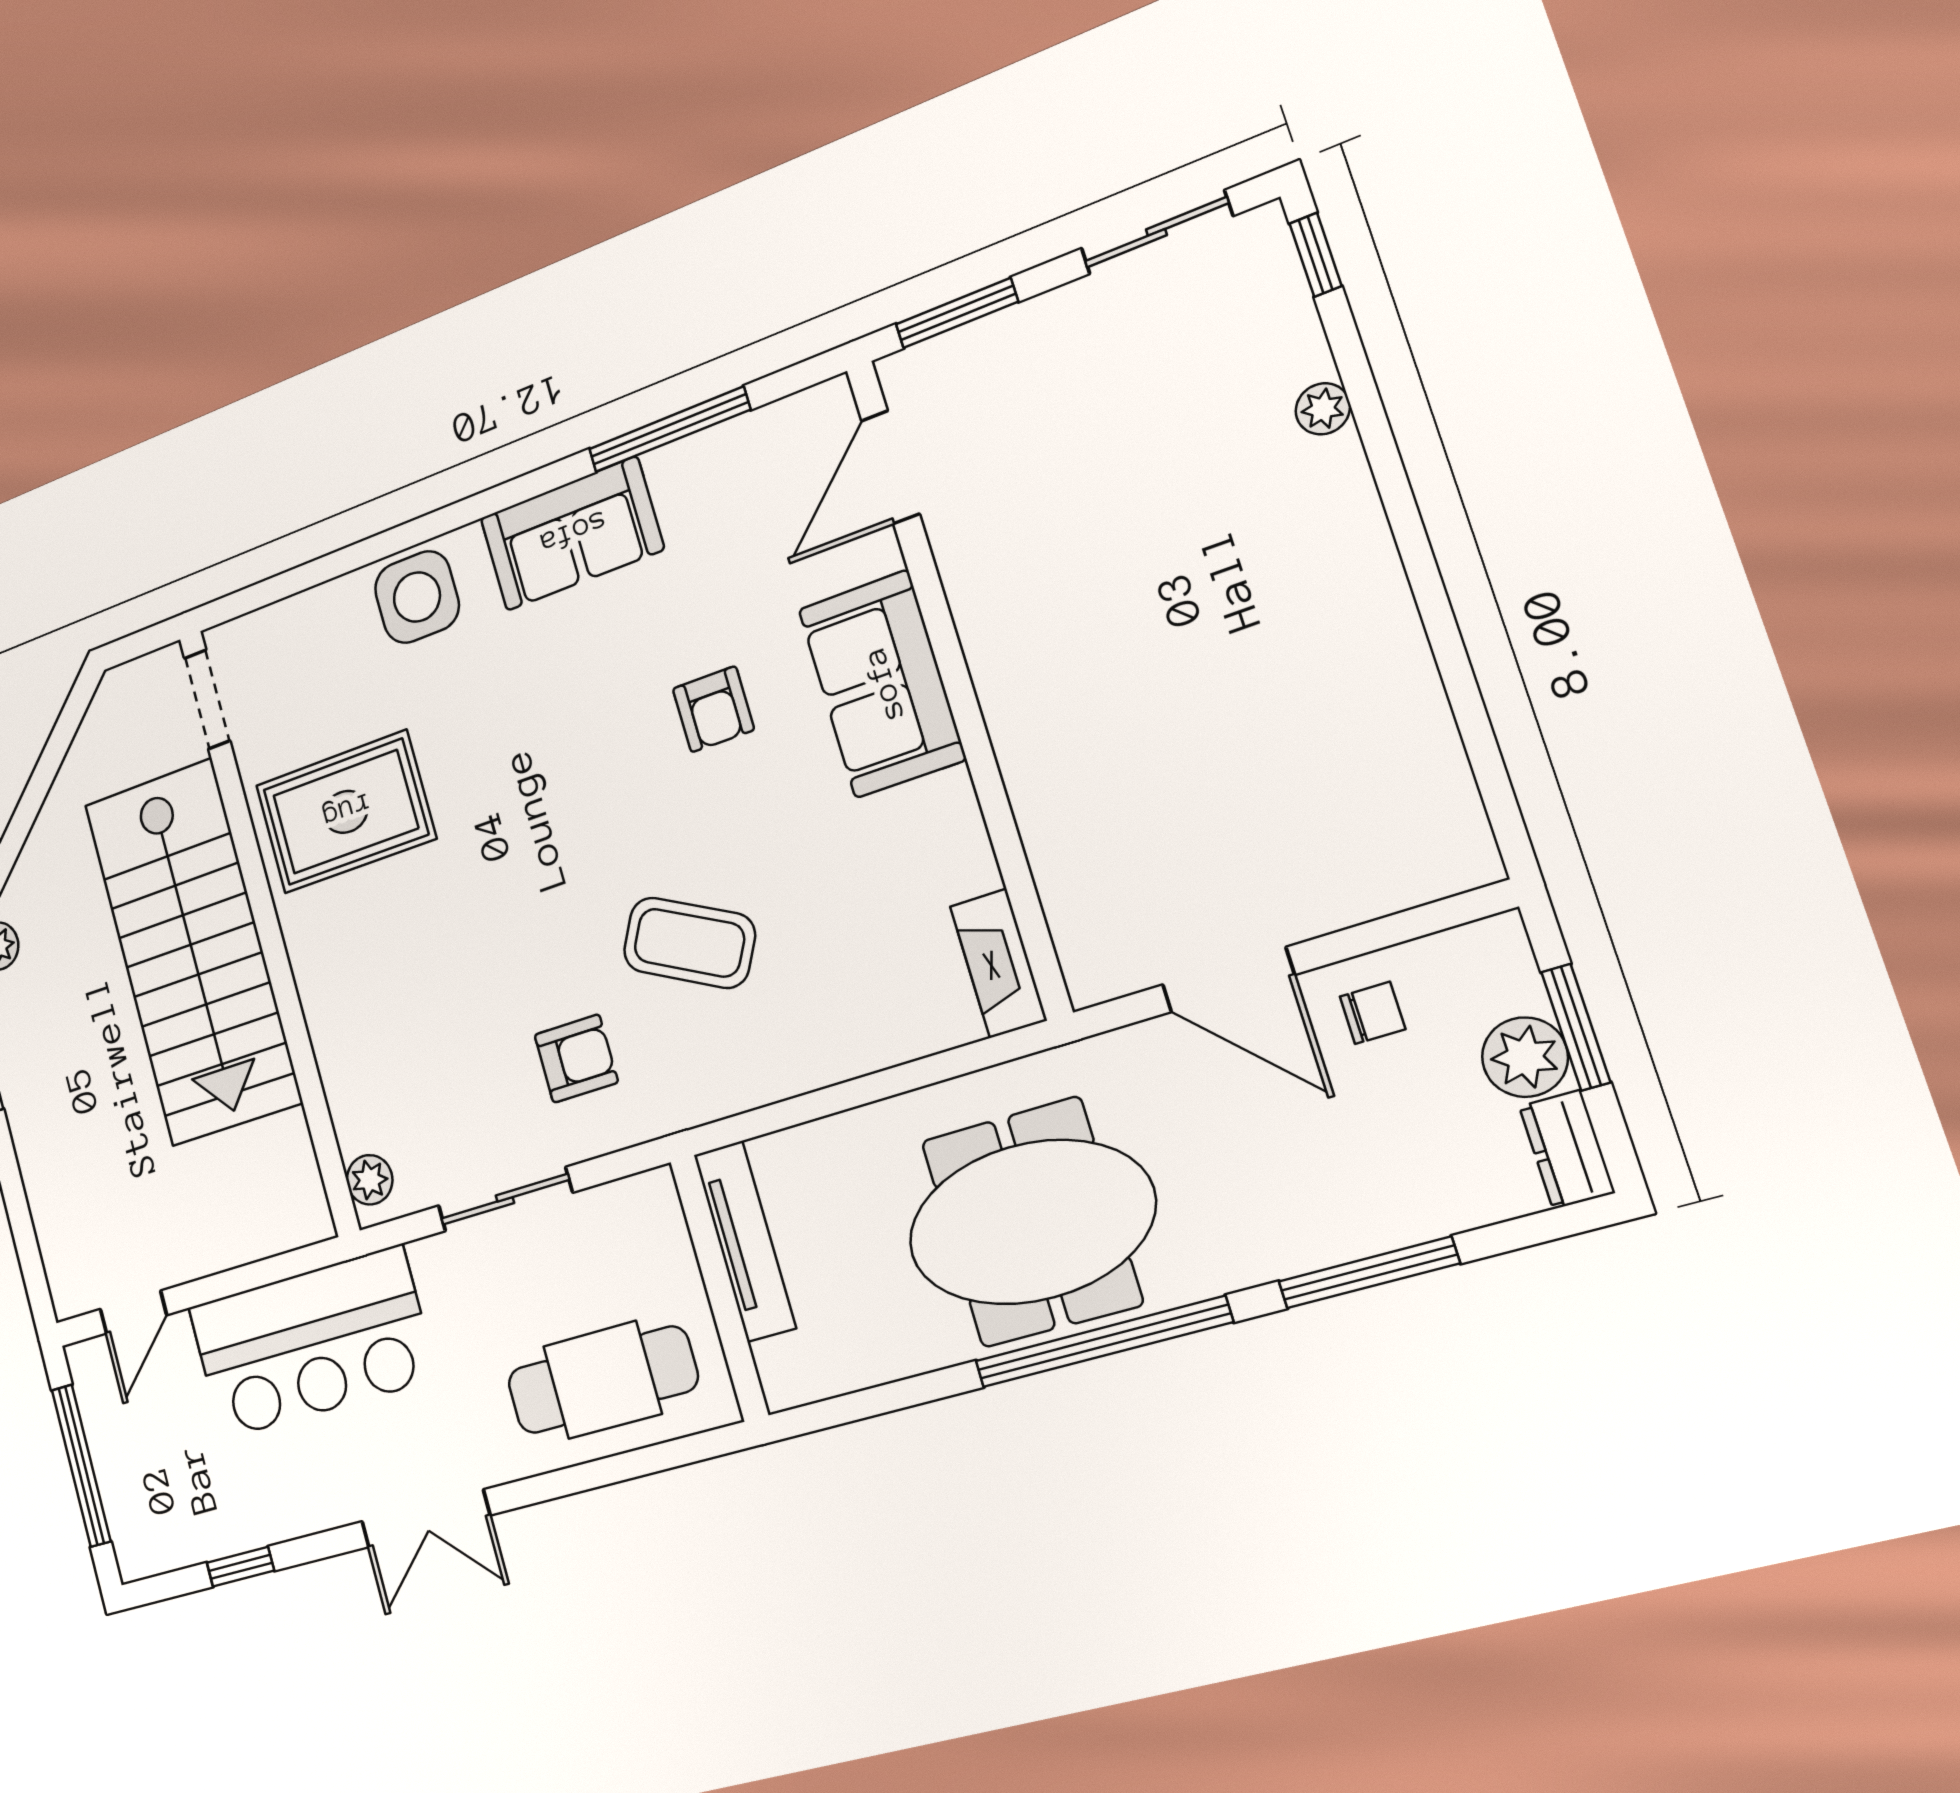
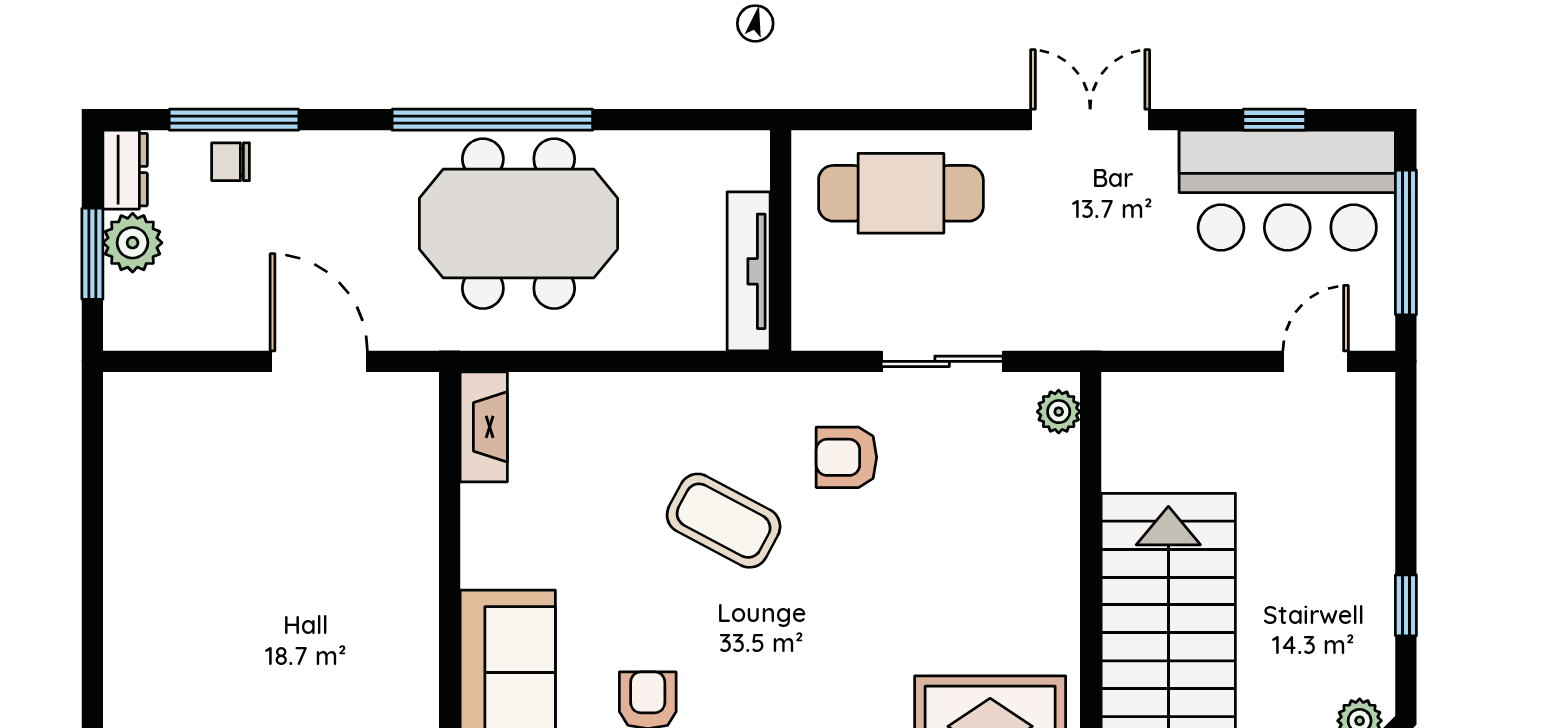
chair: (1373, 1013) -> (231, 162), moved
window: (1369, 1273) -> (234, 120), moved
bar counter: (311, 1343) -> (1287, 190), moved, turned 180

